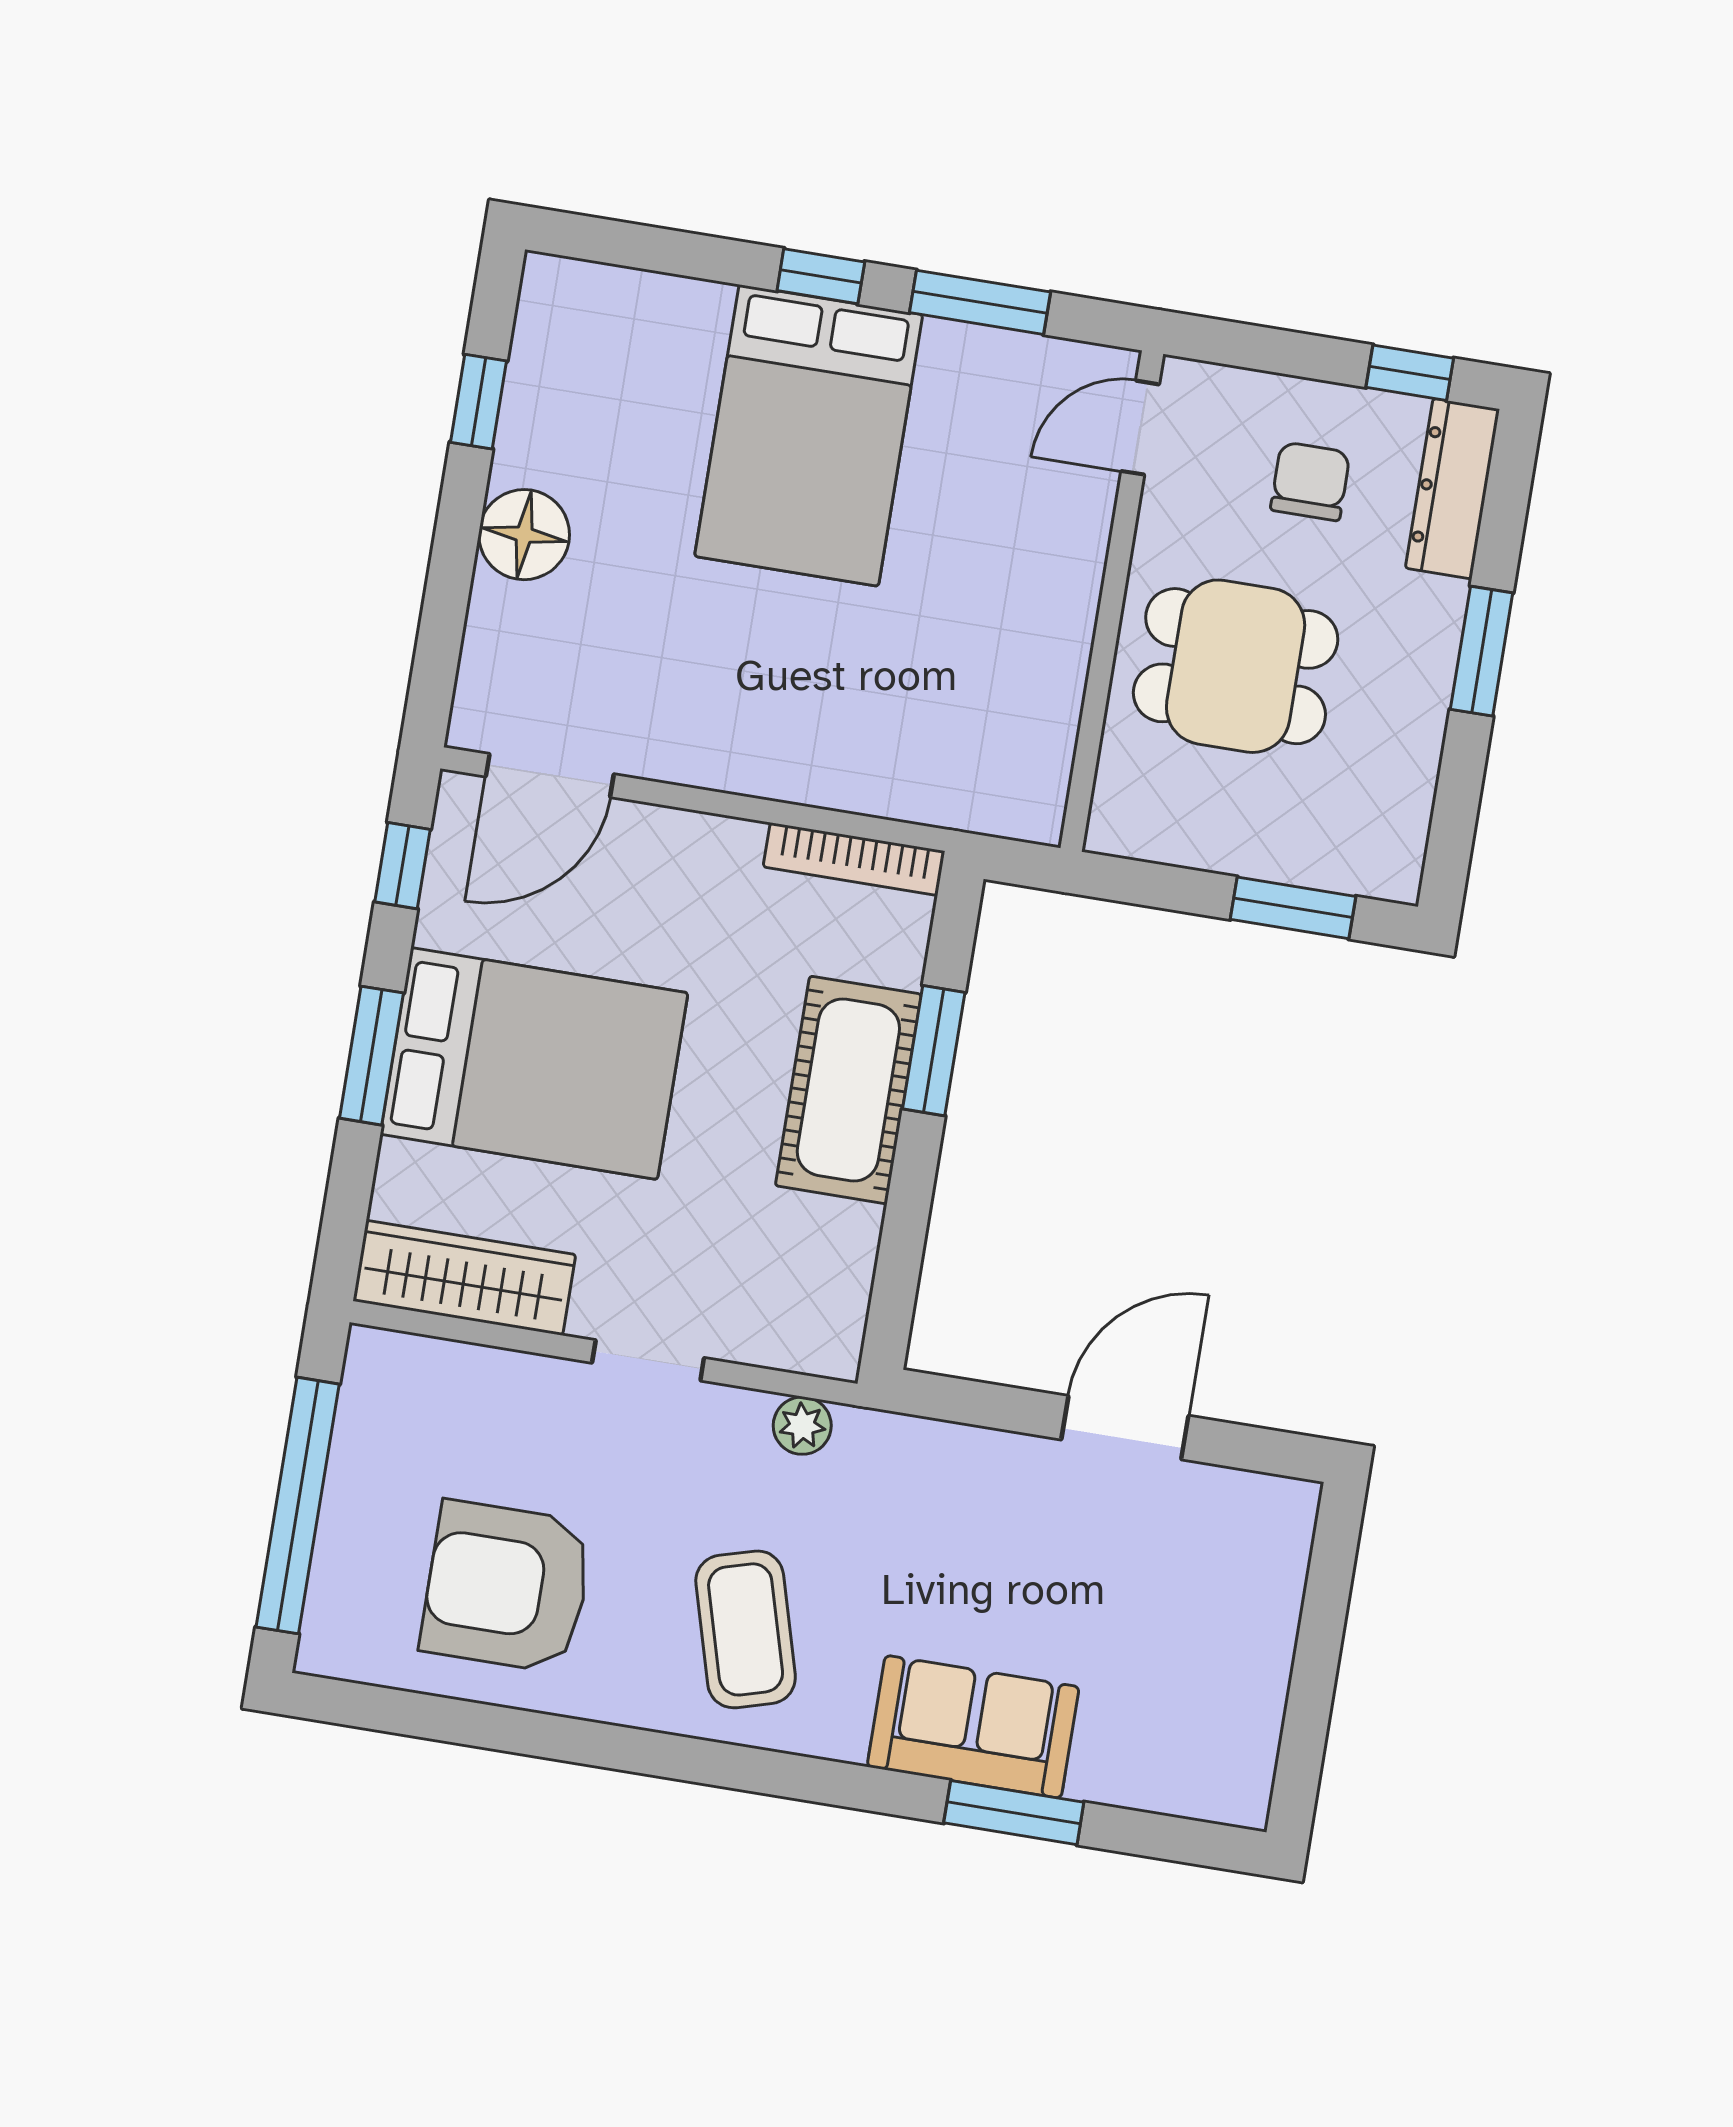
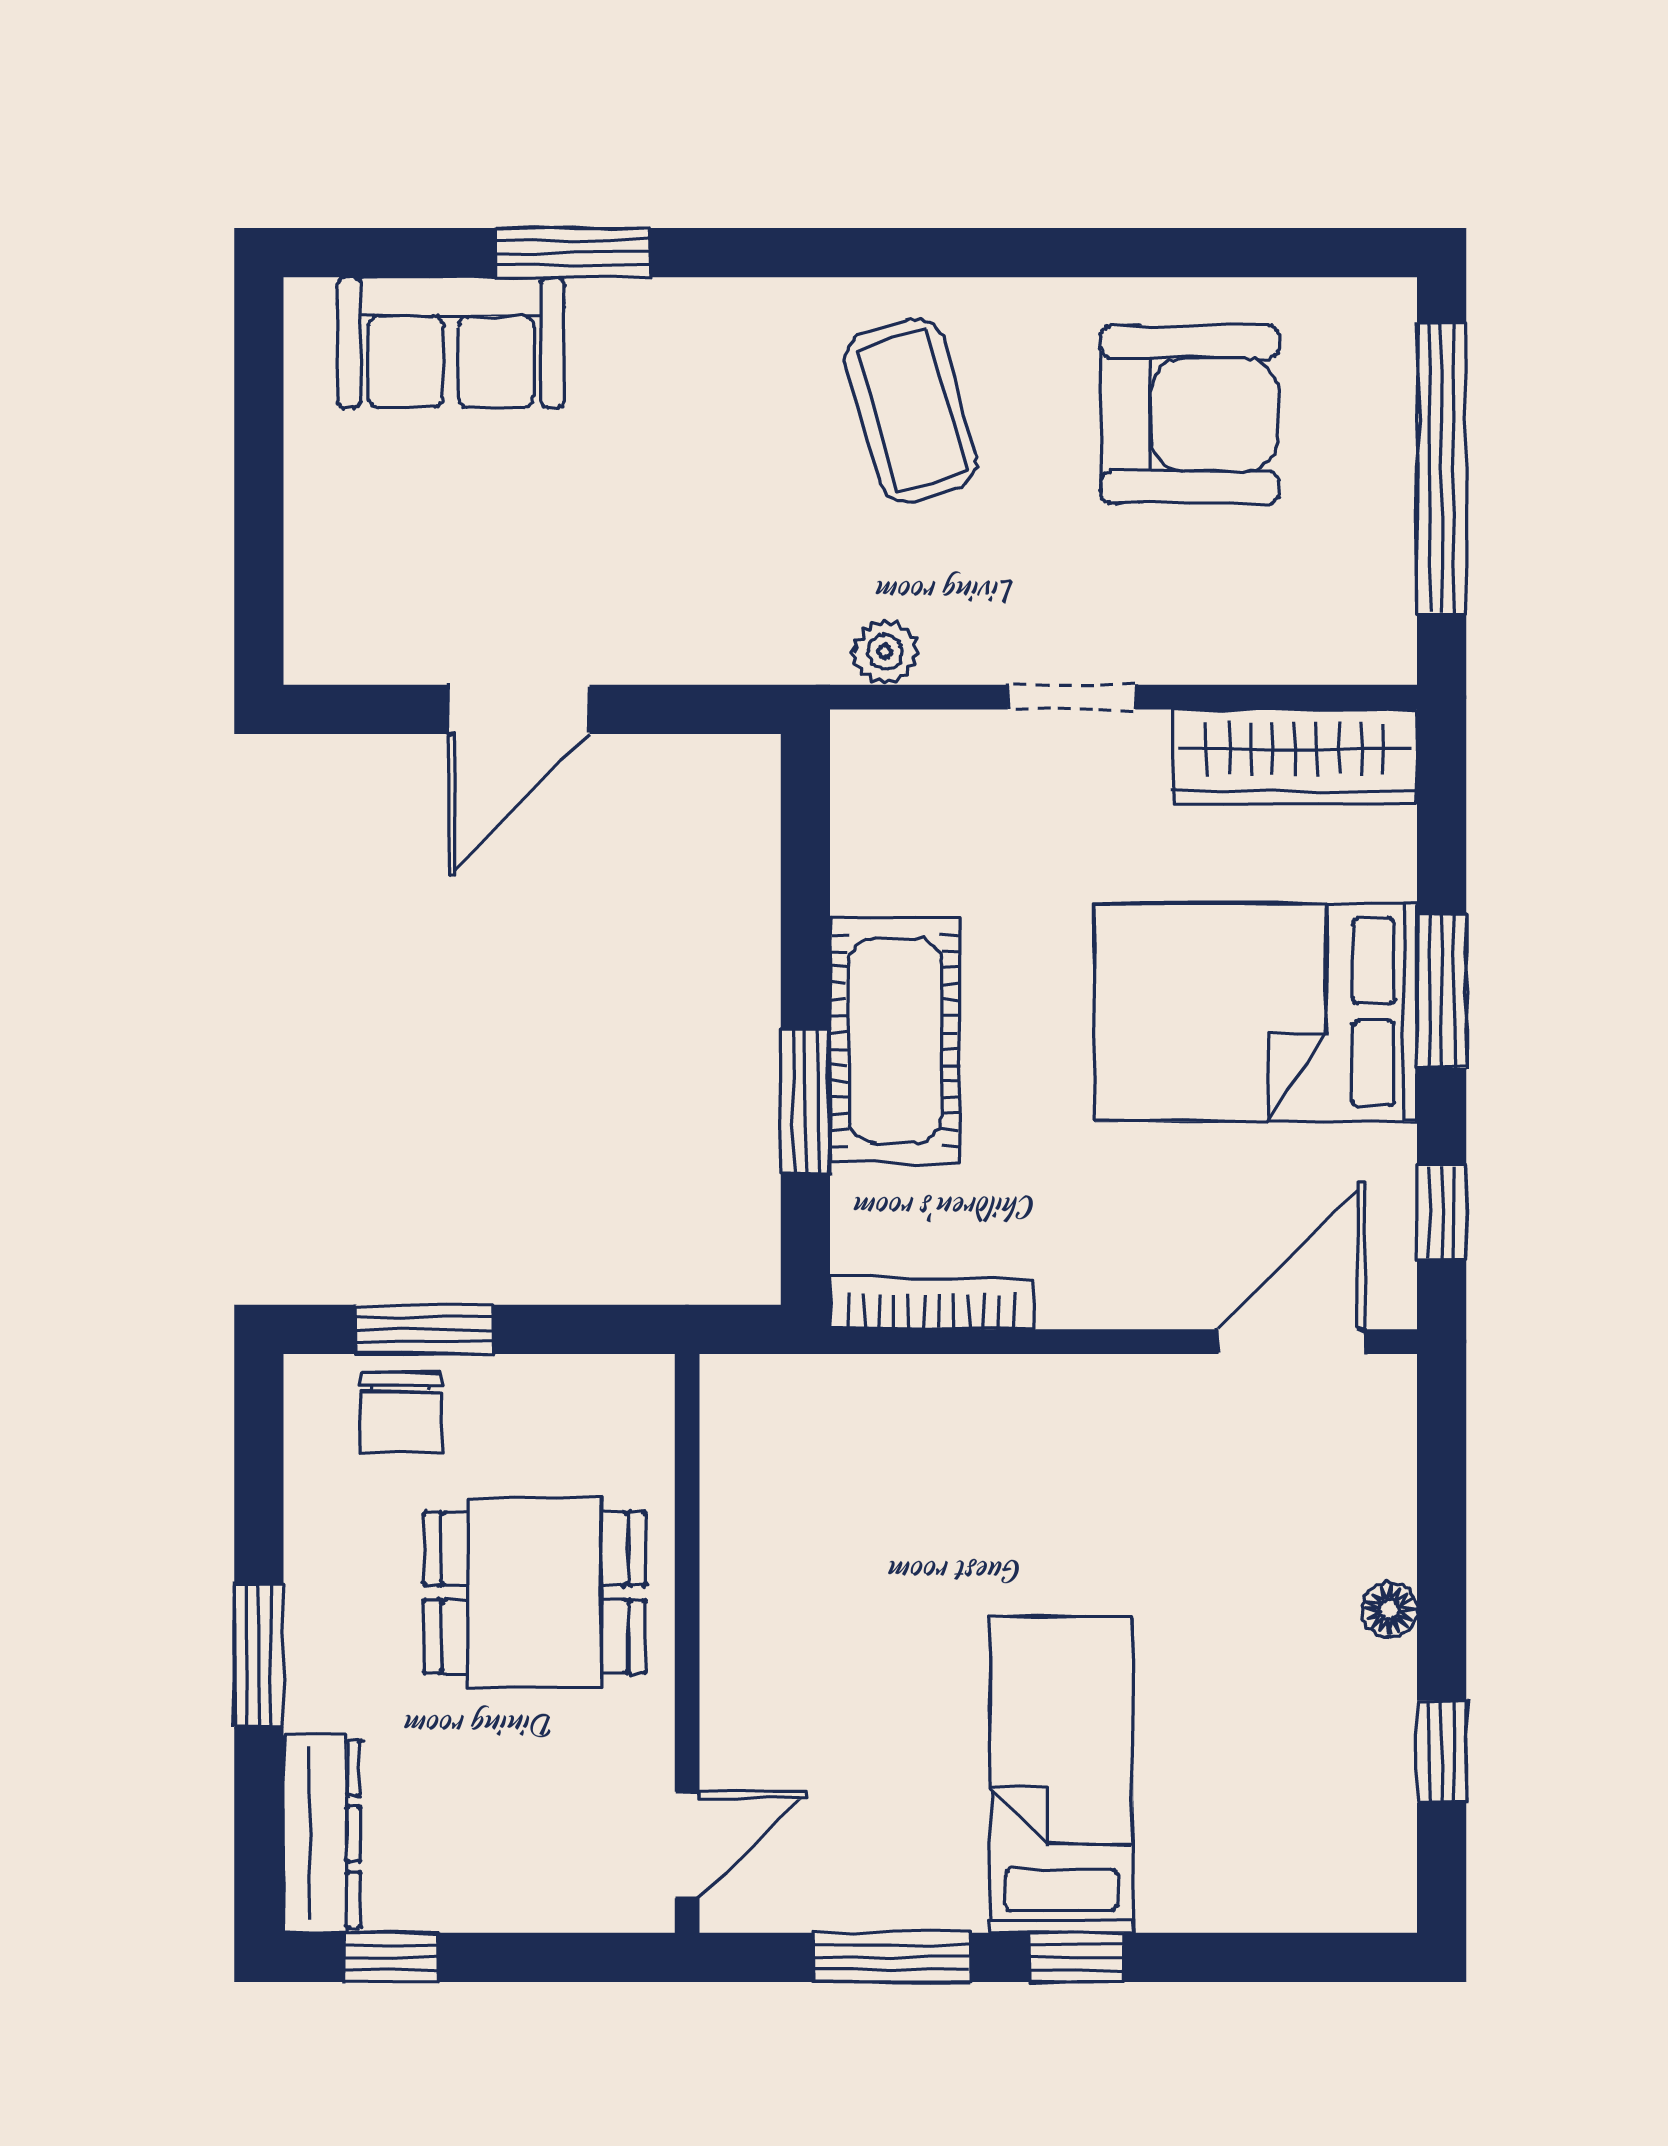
bed: (809, 435) -> (1061, 1775), width x0.67
chair: (1310, 481) -> (401, 1412), moved
floor lamp: (524, 535) -> (1390, 1610), width x0.53, depth x0.53
sofa: (973, 1727) -> (451, 342), moved

